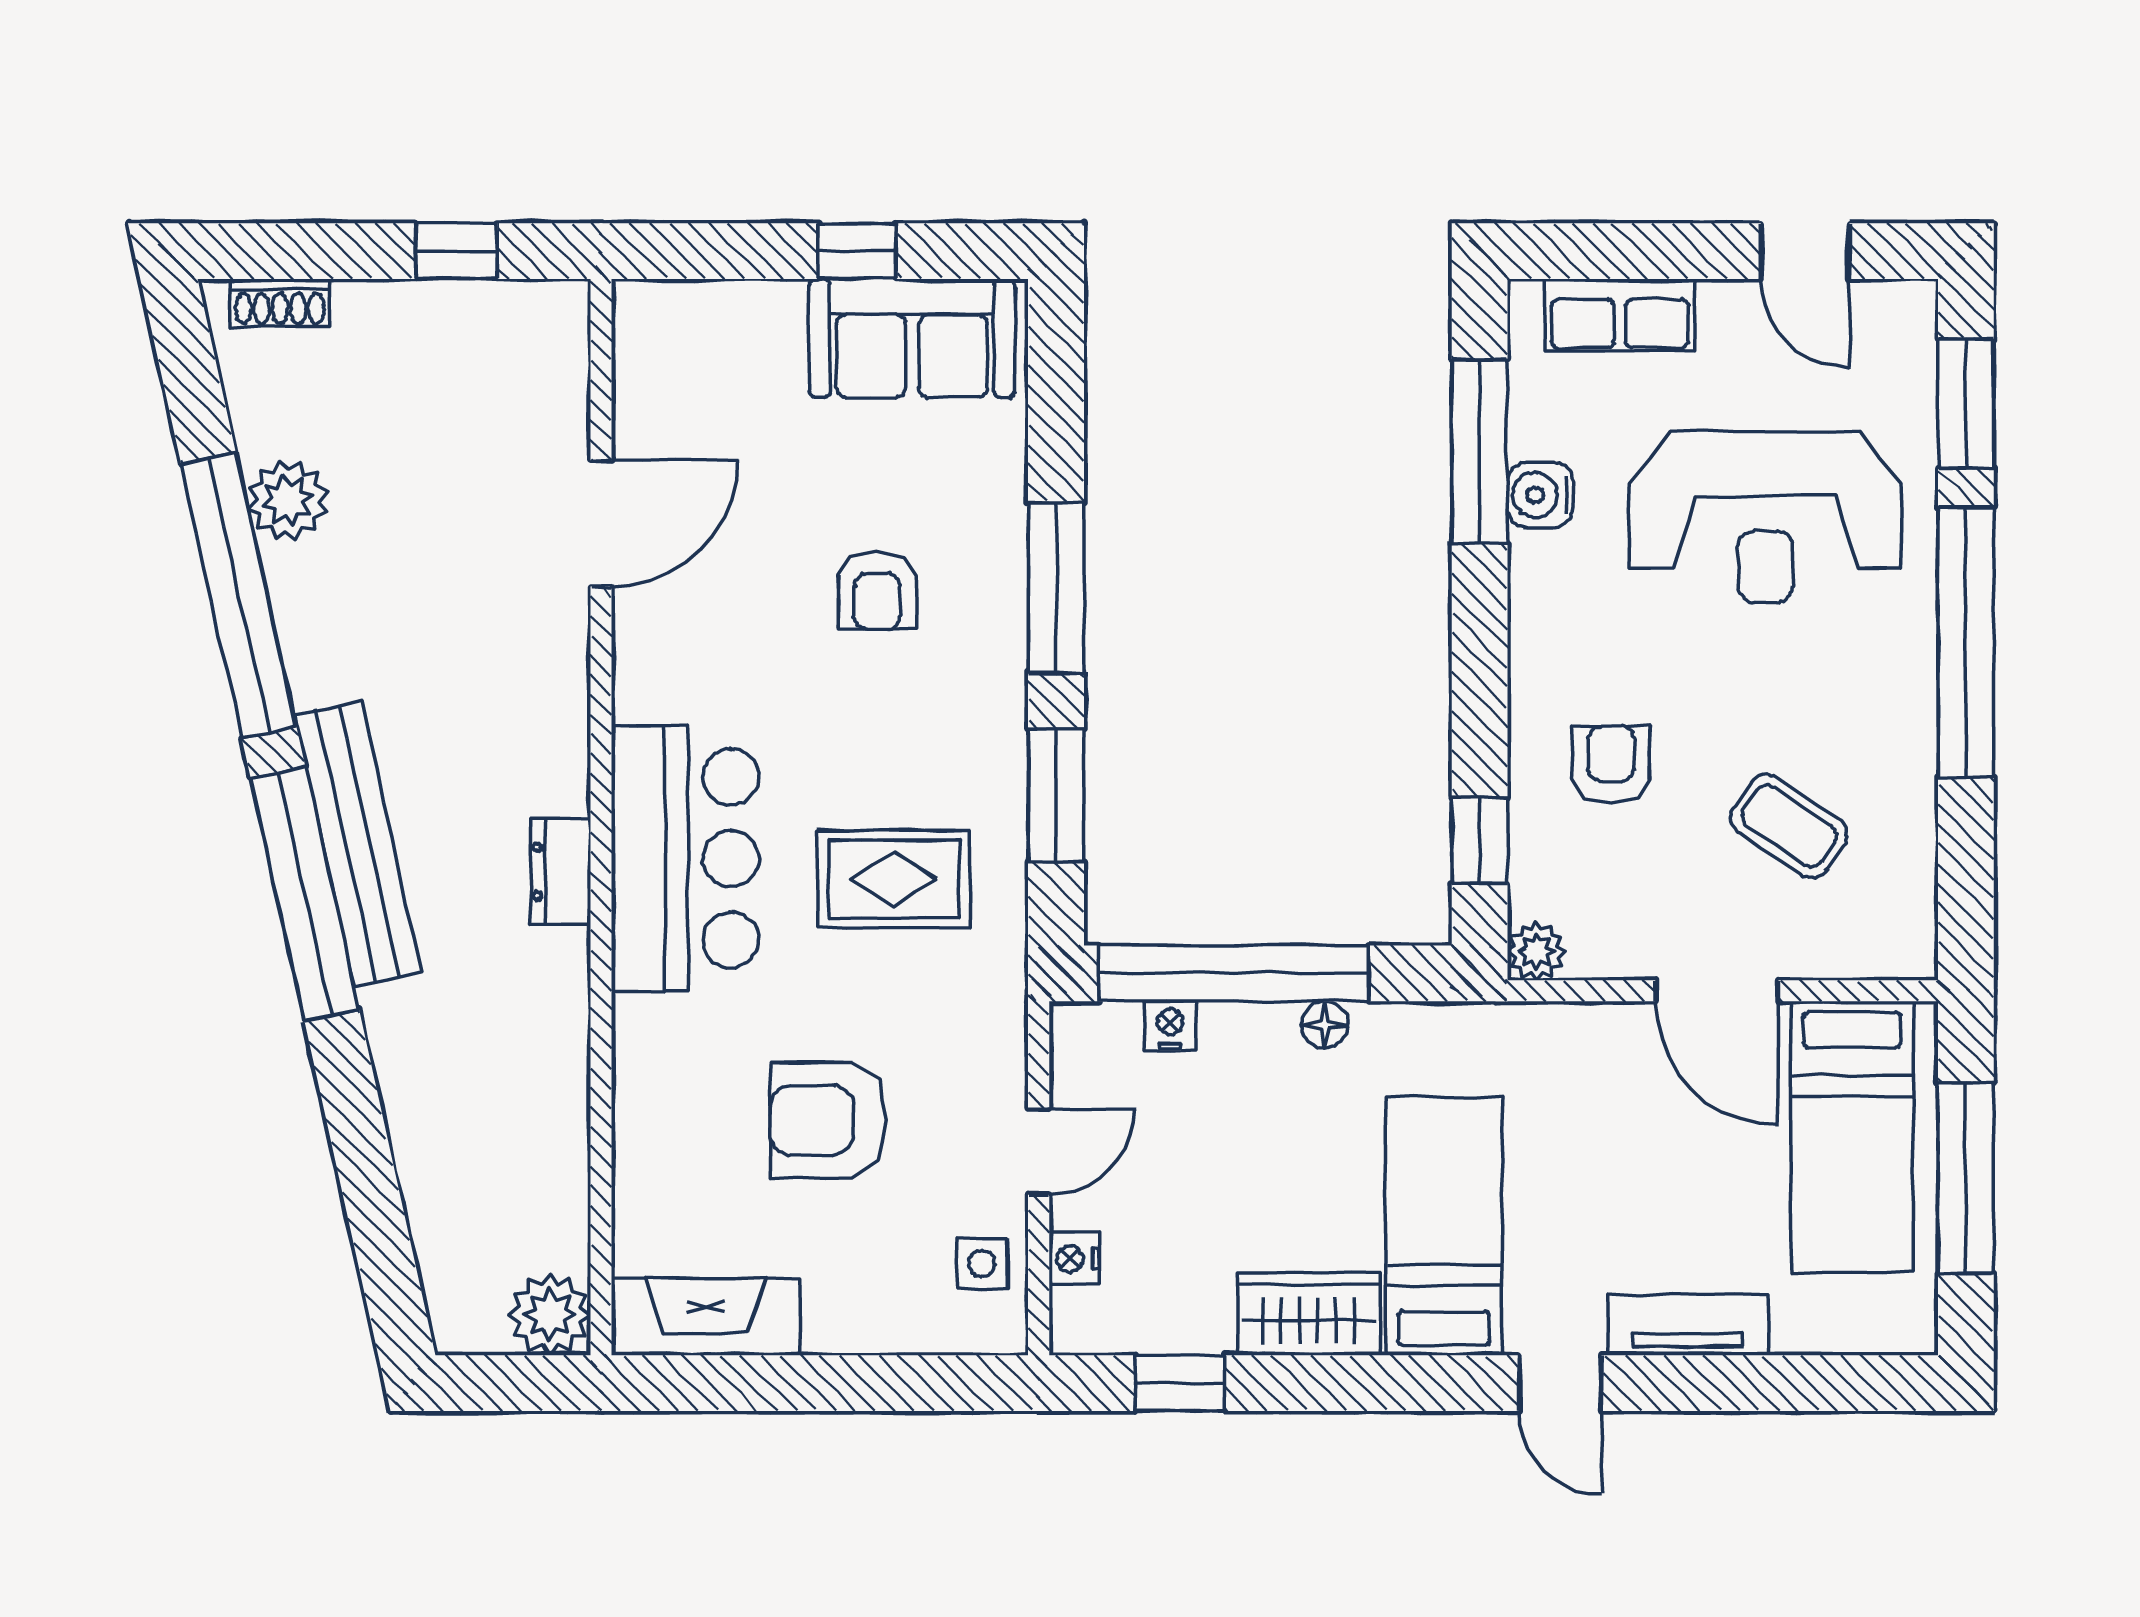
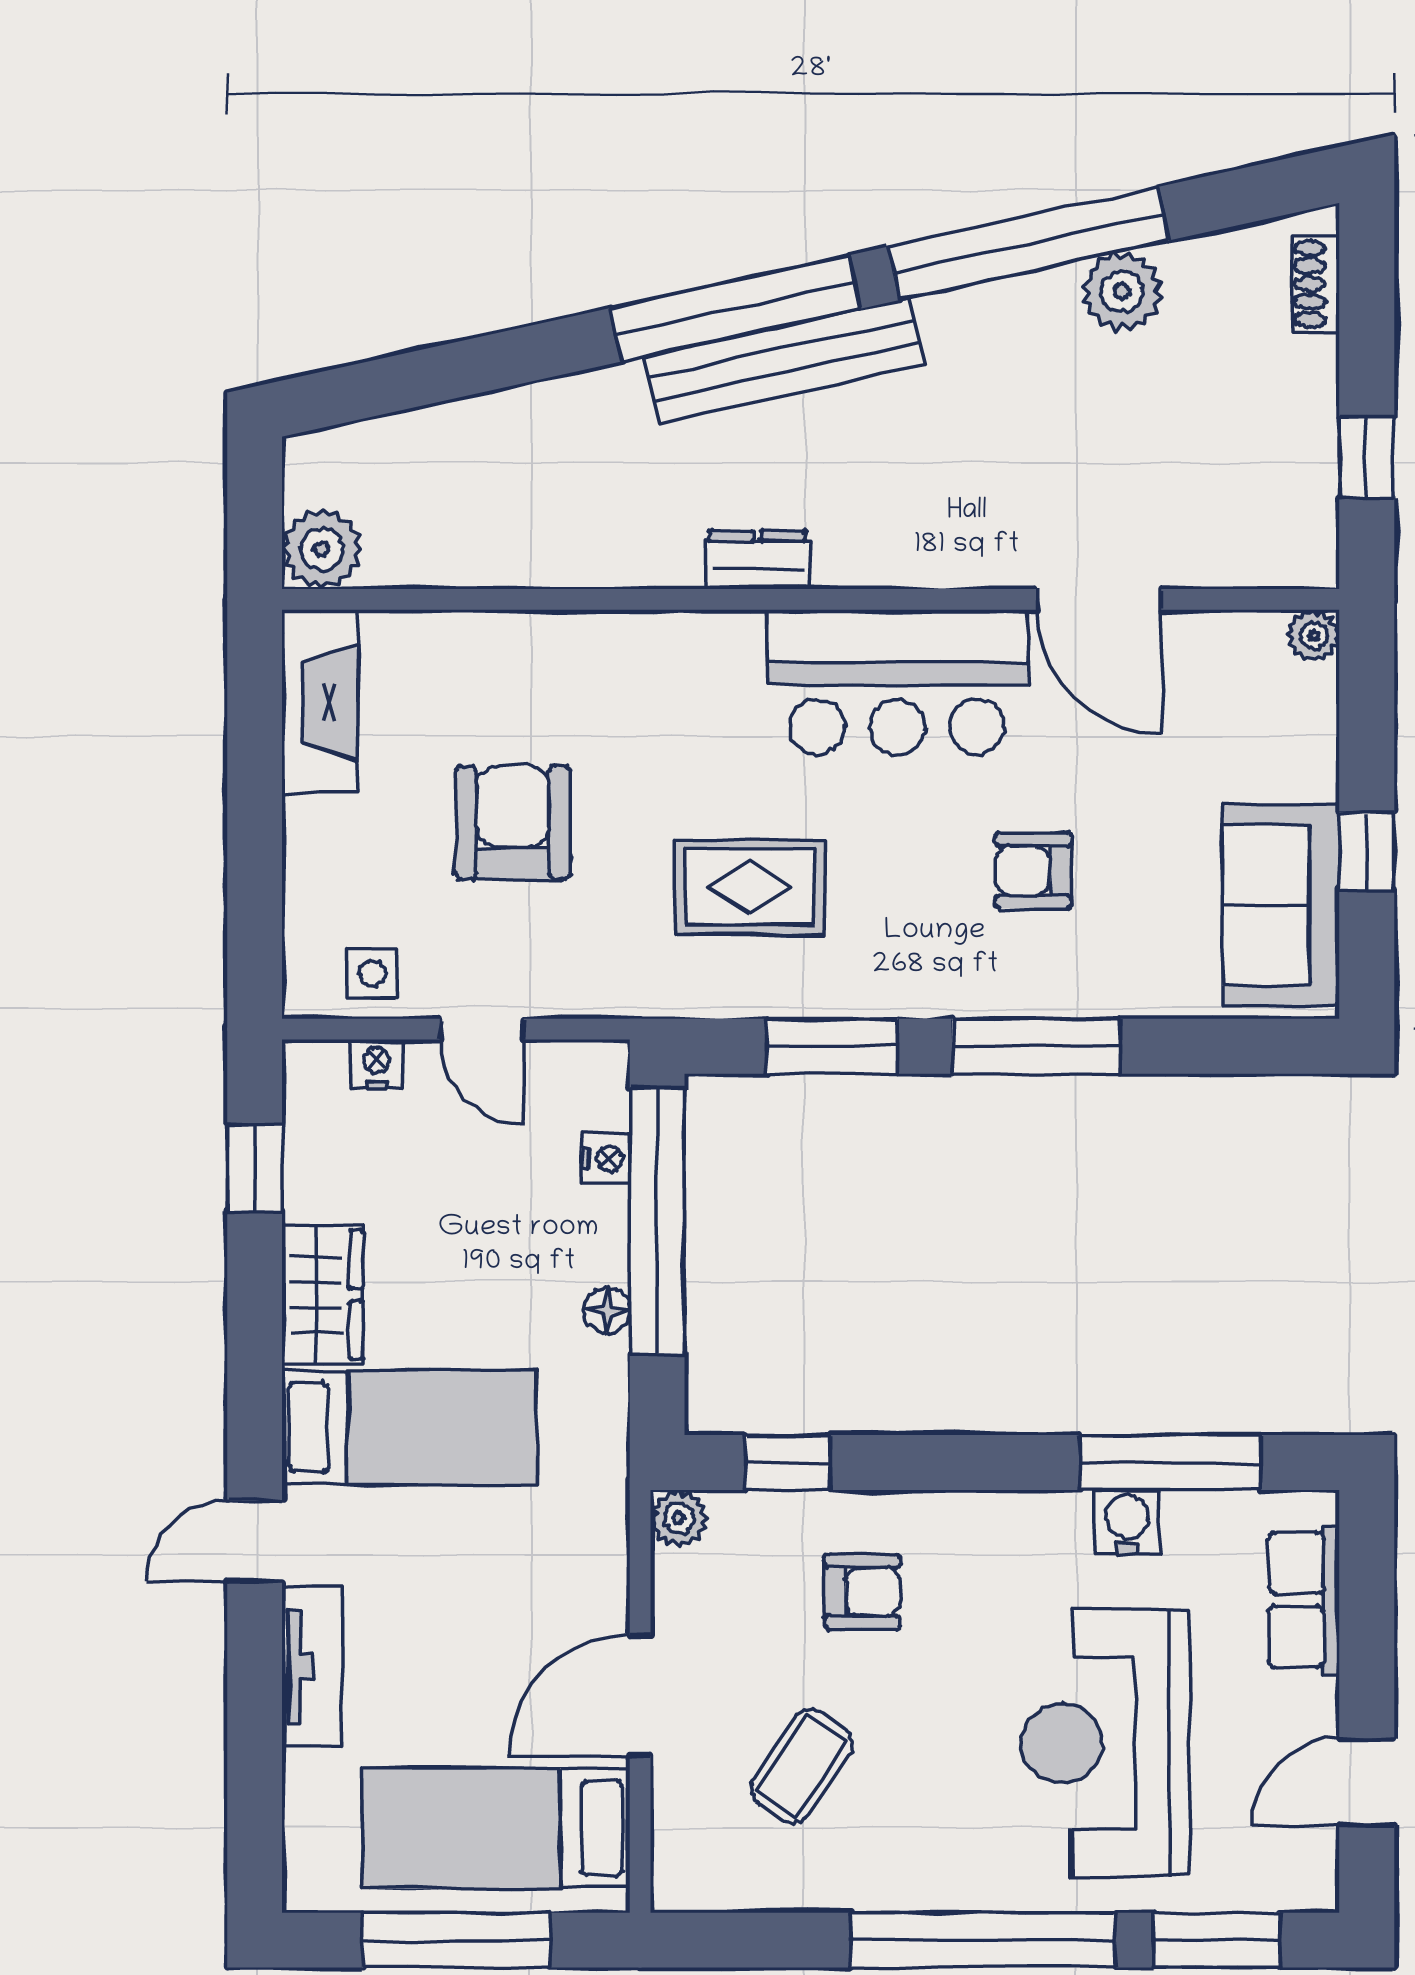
plant: (638, 305) -> (1314, 635), added
bar counter: (685, 858) -> (897, 682), moved
rug: (894, 879) -> (750, 887), turned 90

